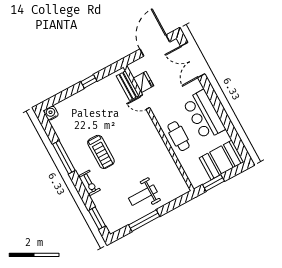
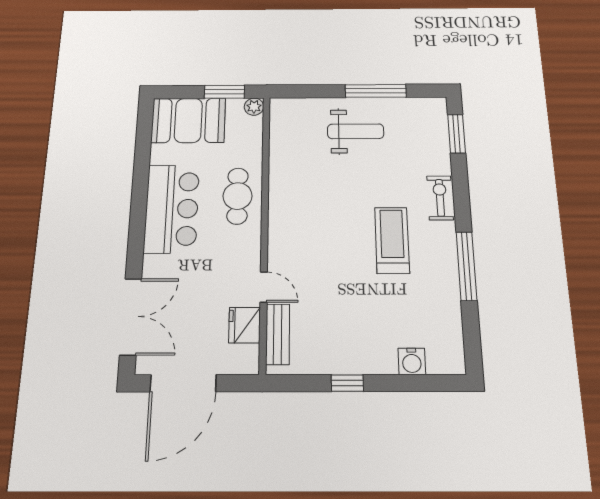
water cooler: (51, 113) -> (412, 361), moved
plant: (196, 183) -> (254, 107), added

